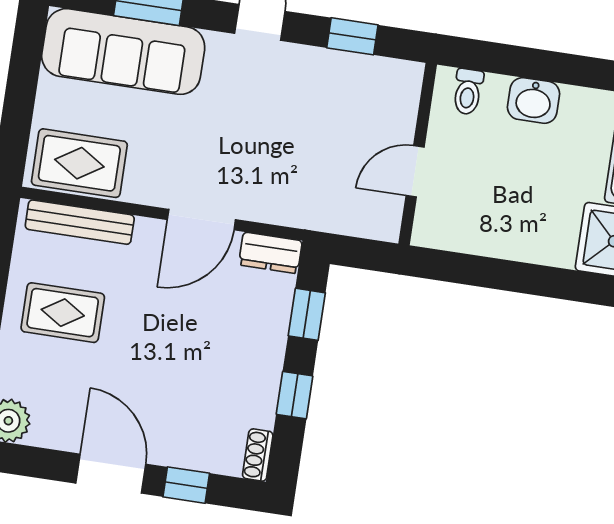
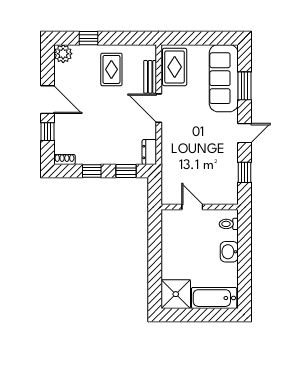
door: (201, 220) -> (159, 108), moved
bench: (80, 222) -> (150, 77), width x0.73
door: (111, 474) -> (48, 100), hinge flipped

